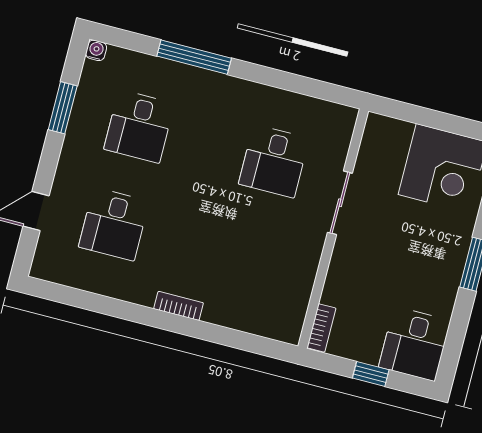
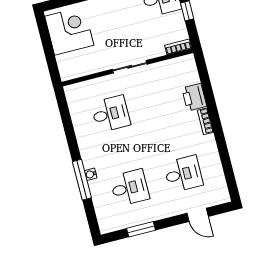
water cooler: (96, 50) -> (91, 174), moved
sliding door: (340, 203) -> (130, 67), moved
printer: (227, 309) -> (194, 97), added

